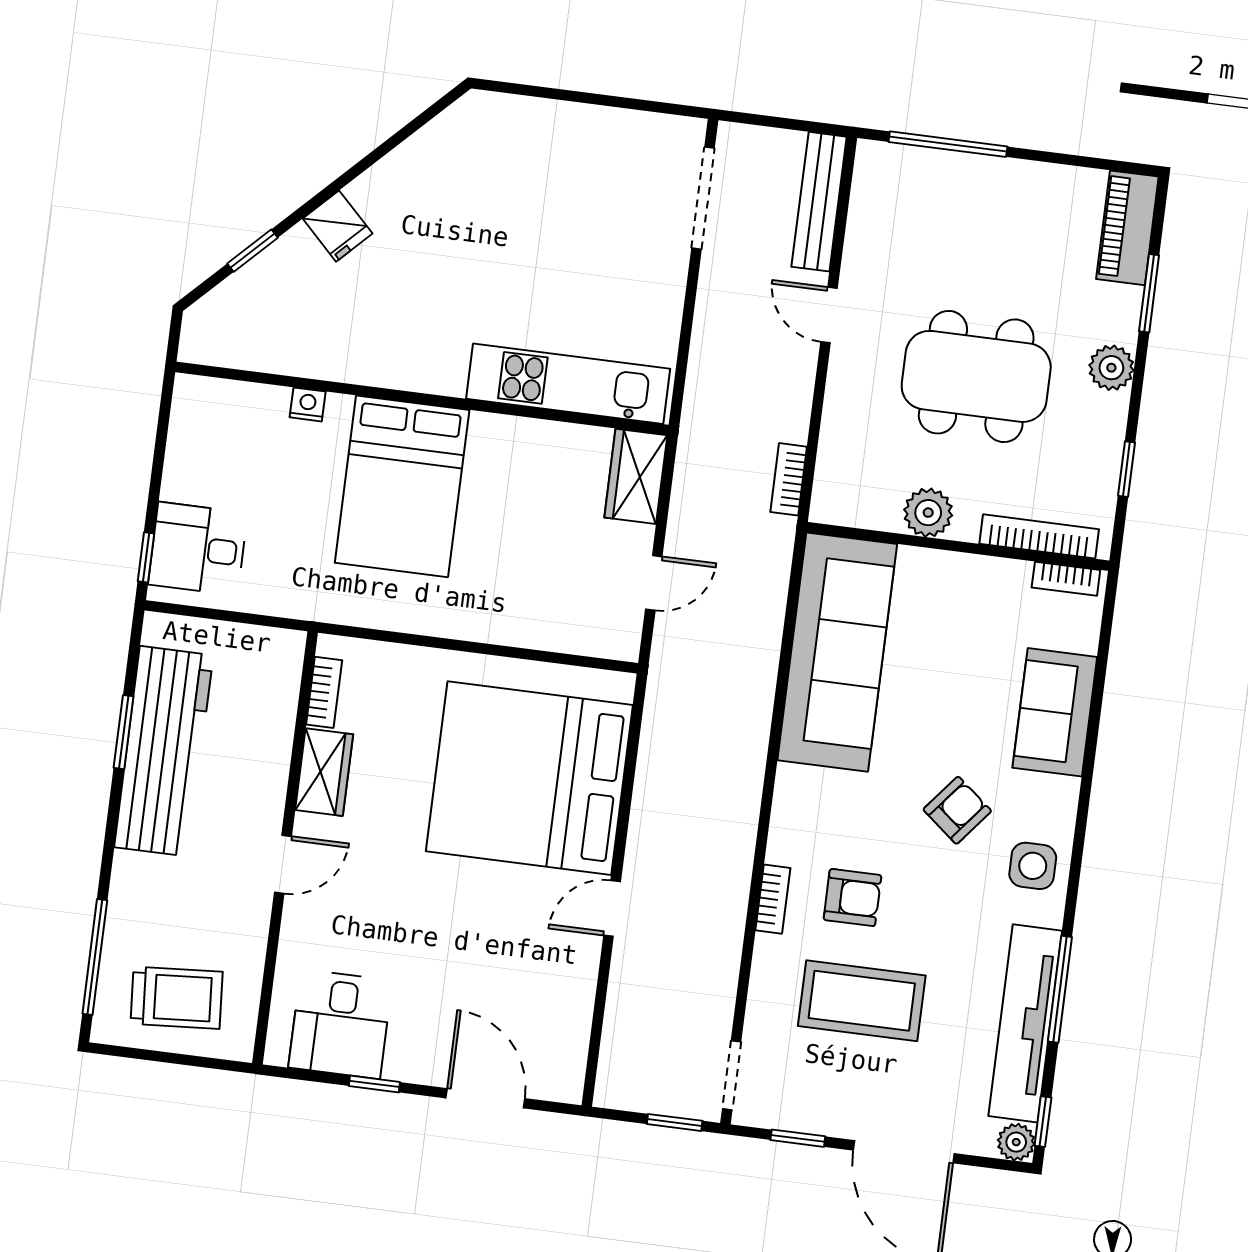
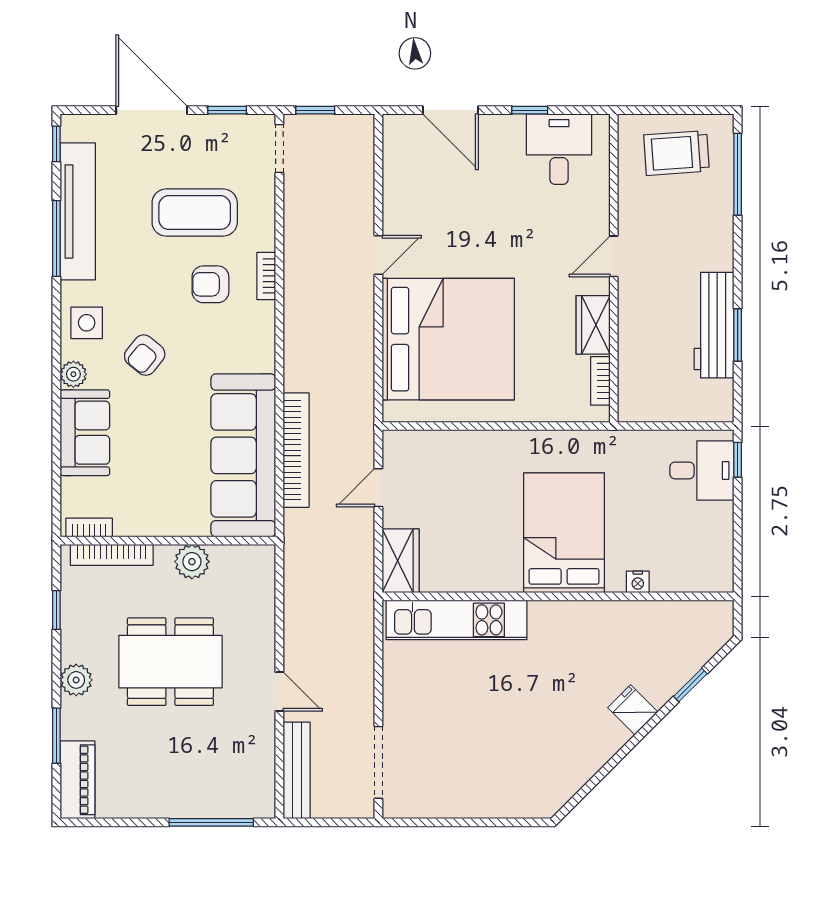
bookcase: (789, 479) -> (296, 450), moved, width x2.31, depth x1.31
workbench: (164, 751) -> (714, 325), width x0.73, depth x0.76
plant: (1016, 1142) -> (73, 374), moved

